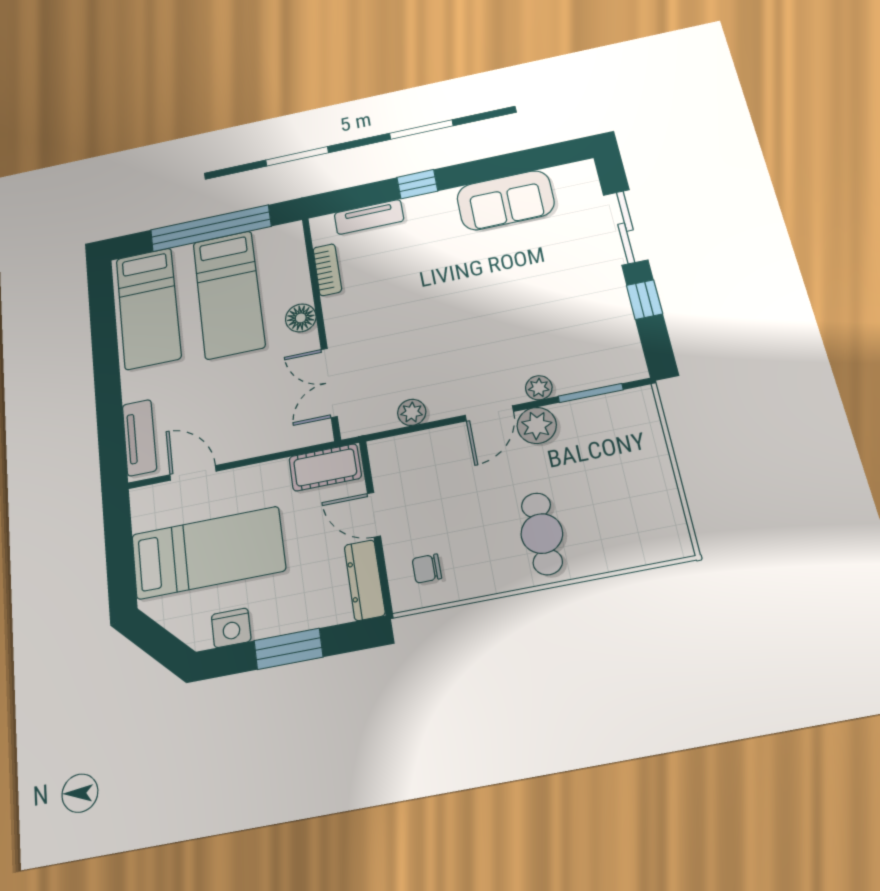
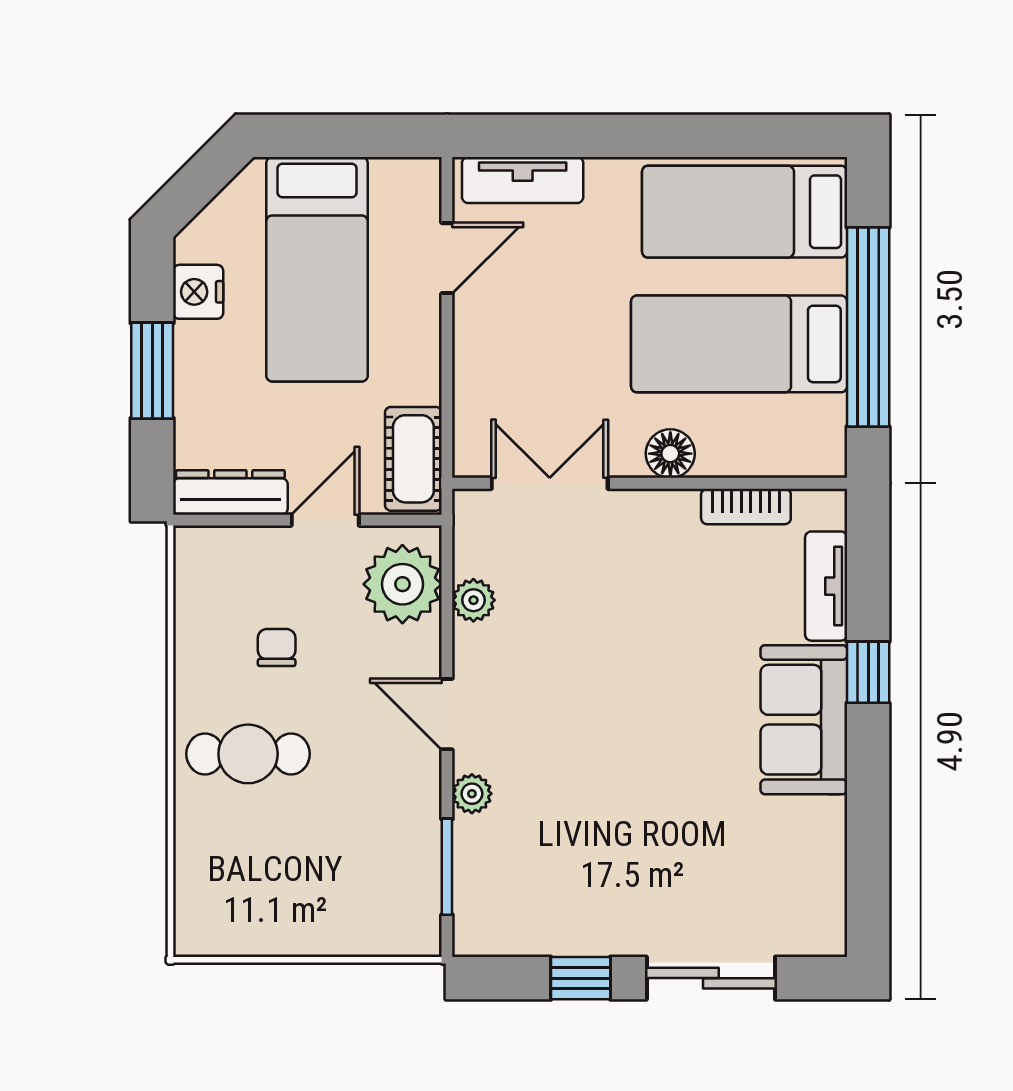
sofa: (506, 200) -> (804, 720), moved
plant: (537, 425) -> (402, 584), moved, width x1.36, depth x1.36
chair: (427, 569) -> (277, 647), moved

